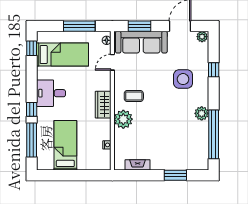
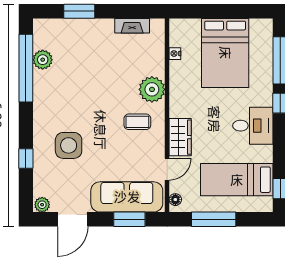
wardrobe: (103, 105) -> (180, 137), moved
plant: (202, 113) -> (43, 60), moved
bed: (65, 145) -> (225, 53), width x1.50

